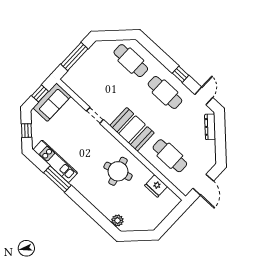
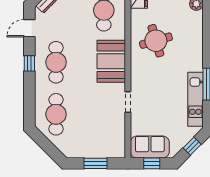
window: (74, 56) -> (95, 163), width x0.69

